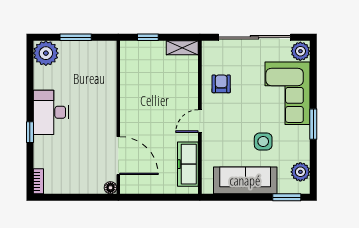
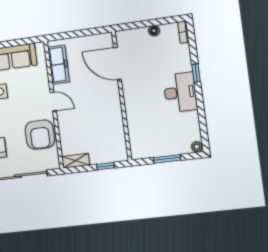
plant: (46, 53) -> (197, 147), width x0.53, depth x0.53
armchair: (221, 84) -> (40, 135), width x1.88, depth x1.88
door: (200, 121) -> (53, 102), hinge flipped
floor lamp: (110, 188) -> (154, 31), moved

